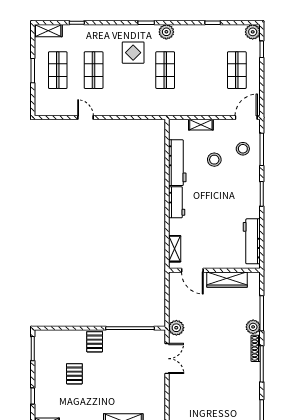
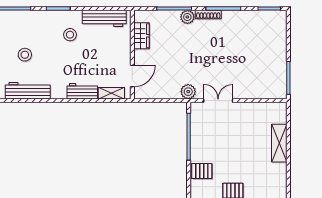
stool: (243, 149) -> (70, 35), moved
workbench: (177, 202) -> (82, 91), moved
wardrobe: (227, 280) -> (141, 36), width x0.67

